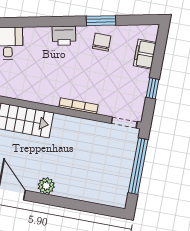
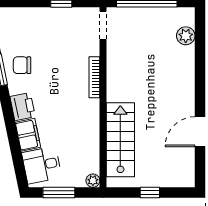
filing cabinet: (145, 54) -> (28, 135), moved, turned -102
plant: (46, 186) -> (186, 36), moved

